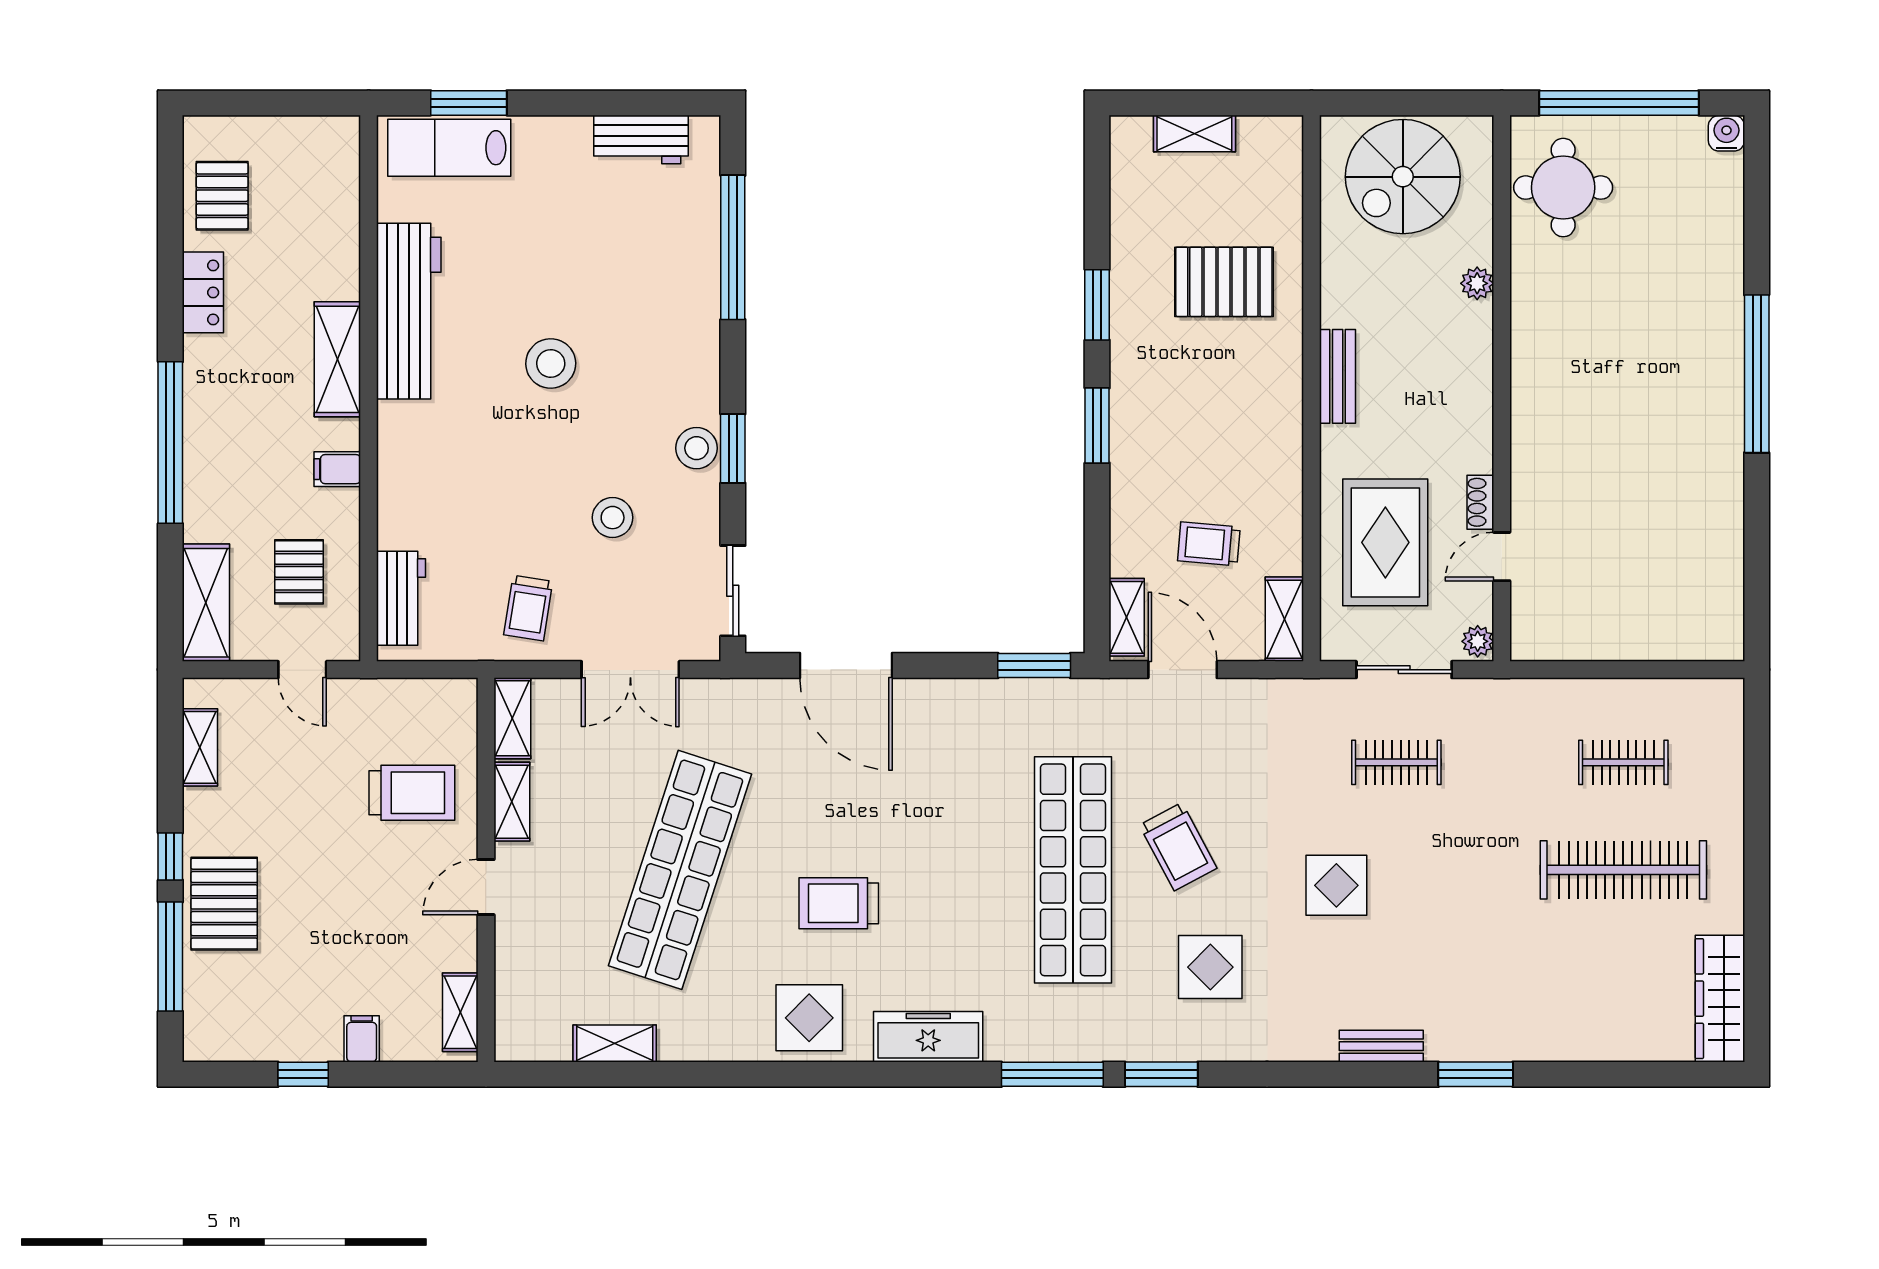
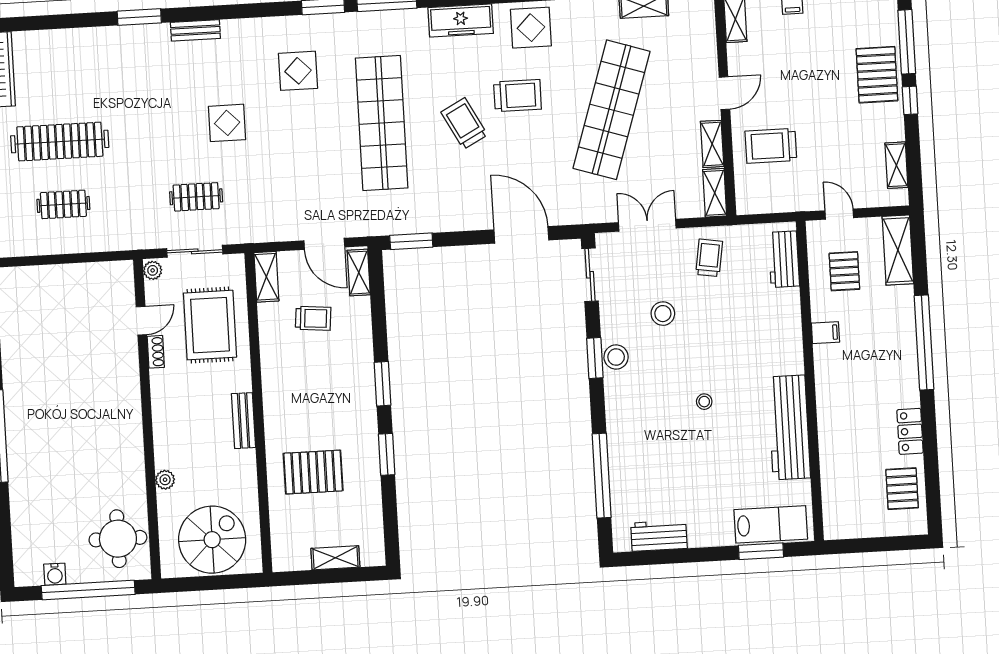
water cooler: (1726, 133) -> (55, 574), moved
shelving: (337, 359) -> (829, 397), removed
stool: (551, 363) -> (704, 402), width x0.53, depth x0.53
trolley: (1178, 847) -> (464, 123), moved

